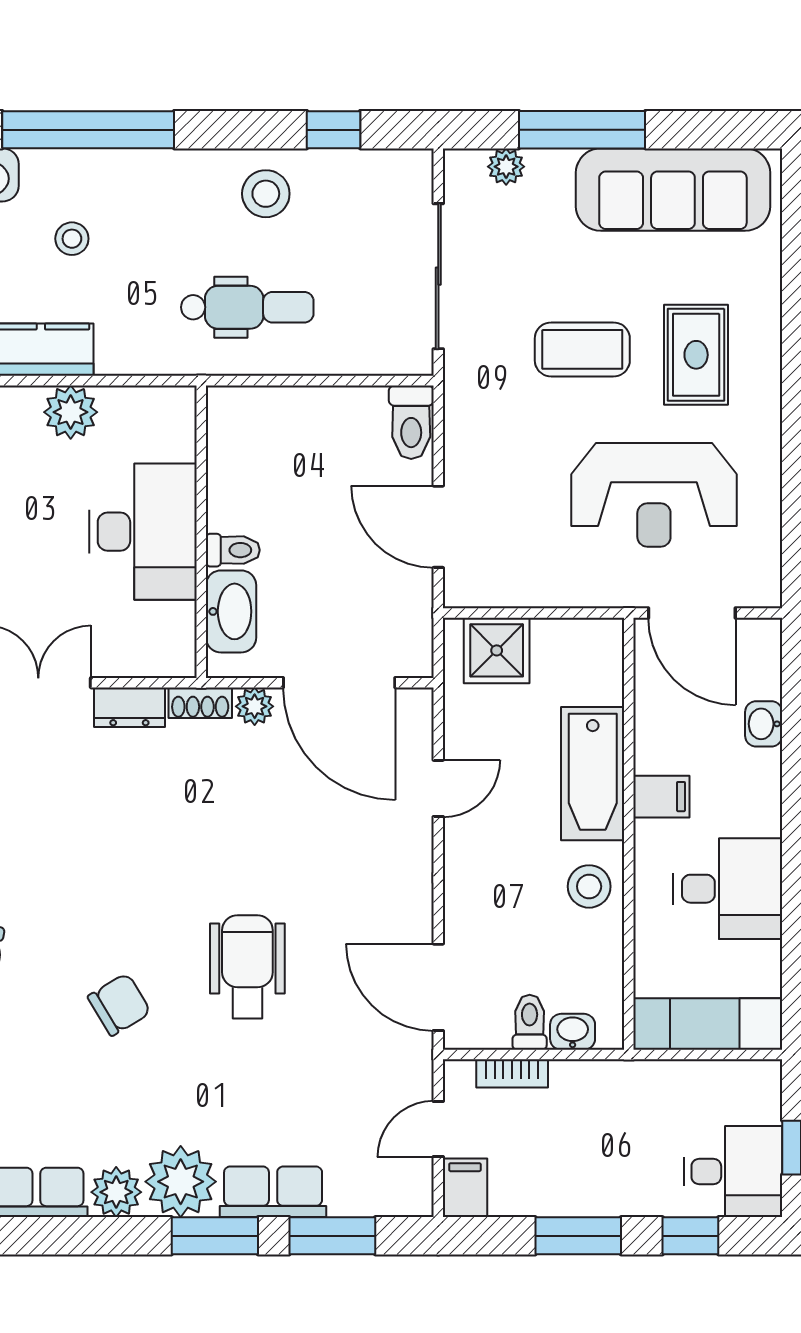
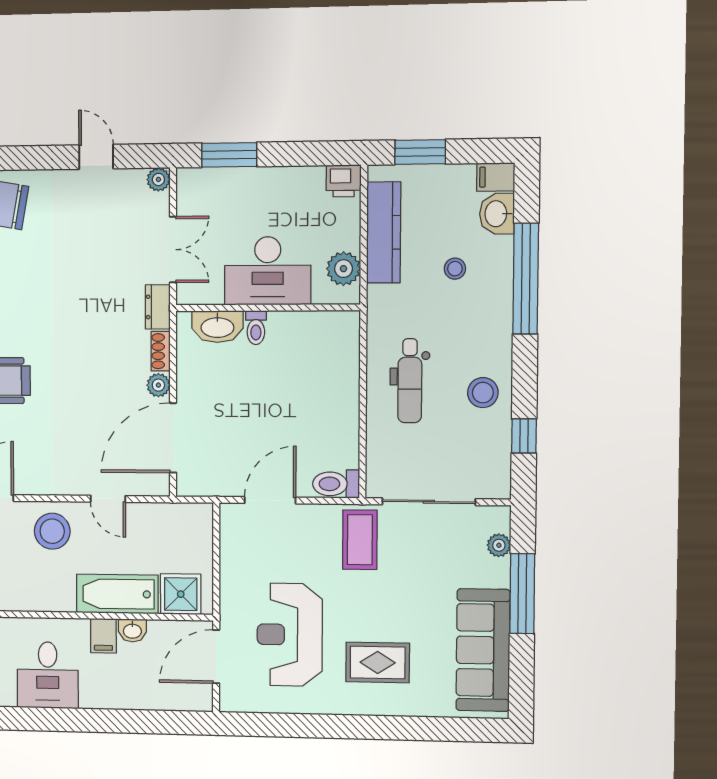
coffee table: (582, 349) -> (360, 540), moved
desk: (143, 532) -> (268, 271), moved
wall: (201, 532) -> (268, 308), moved
toilet: (233, 550) -> (256, 328), moved
washbasin: (231, 611) -> (217, 327), moved
shower: (497, 650) -> (181, 594), moved
washbasin: (764, 724) -> (132, 631), moved, turned 180
stool: (589, 886) -> (52, 531), moved, width x1.38, depth x1.38

